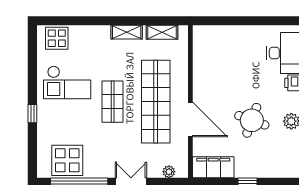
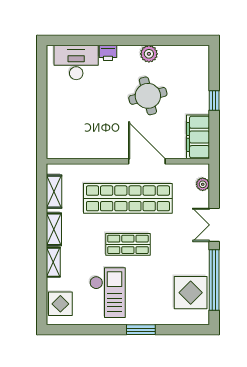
shelving: (96, 32) -> (53, 262), added
window: (32, 114) -> (141, 330), width x1.50
door: (190, 119) -> (147, 161), hinge flipped
round table: (252, 120) -> (148, 96), turned -34

